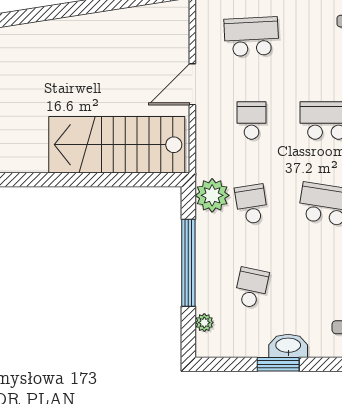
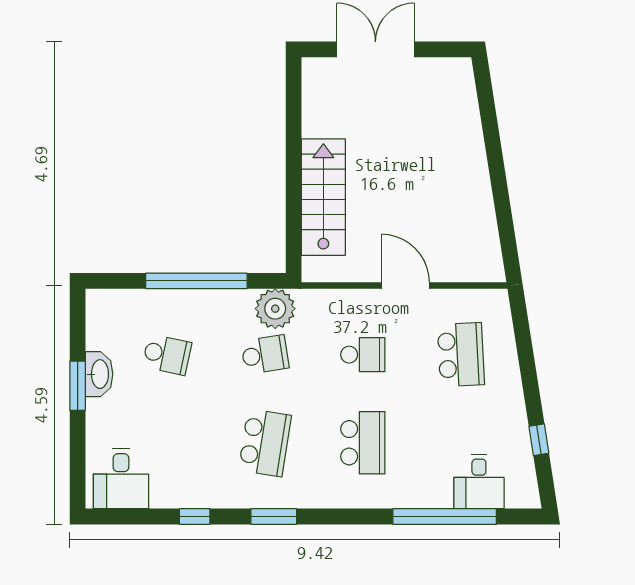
stairs: (117, 145) -> (323, 197), width x0.73, depth x0.66
plant: (204, 323) -> (126, 299), removed
washbasin: (288, 346) -> (99, 374), moved

